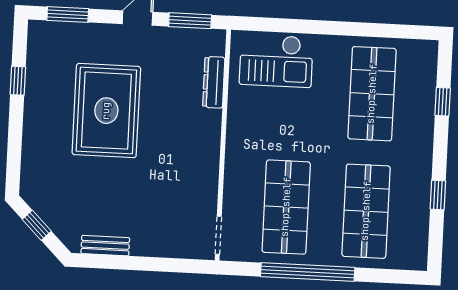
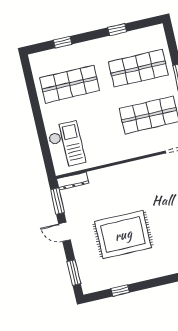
dresser: (214, 82) -> (73, 181), moved

